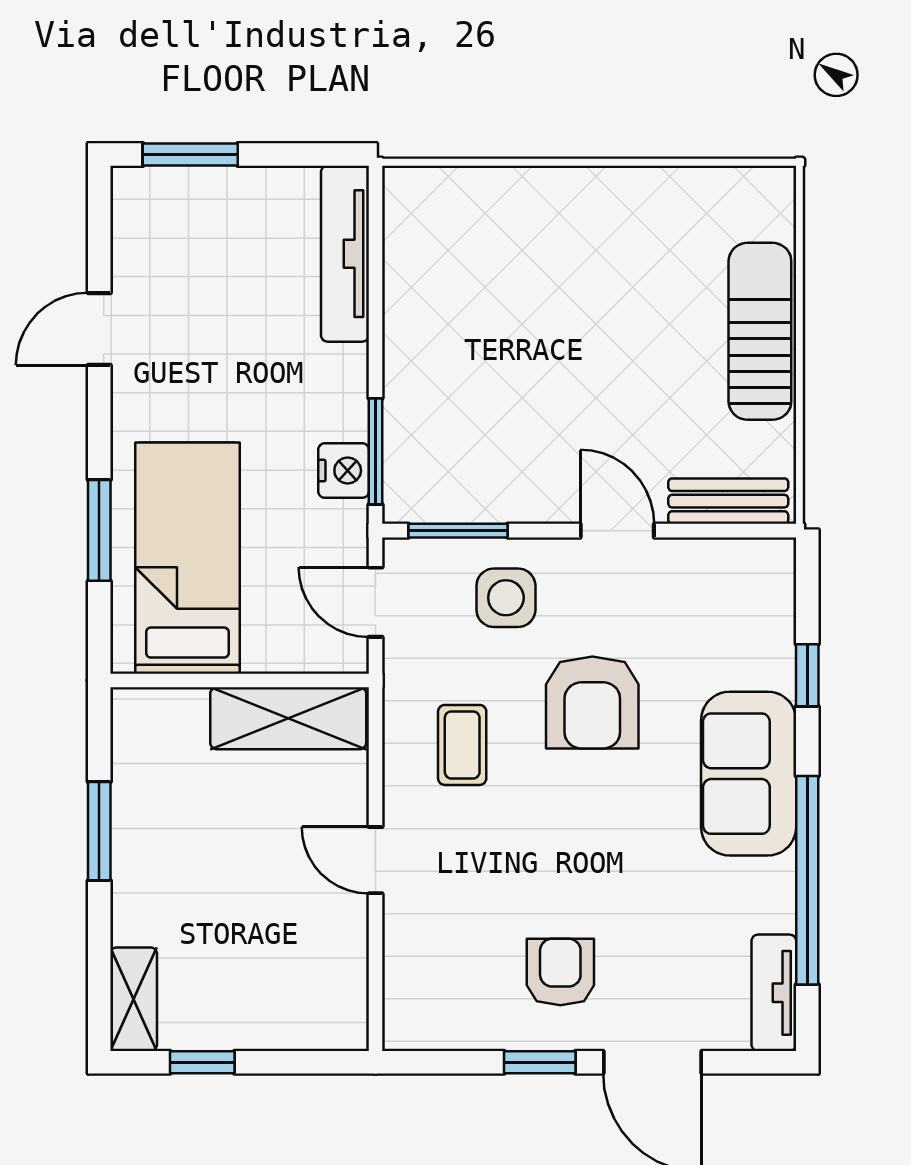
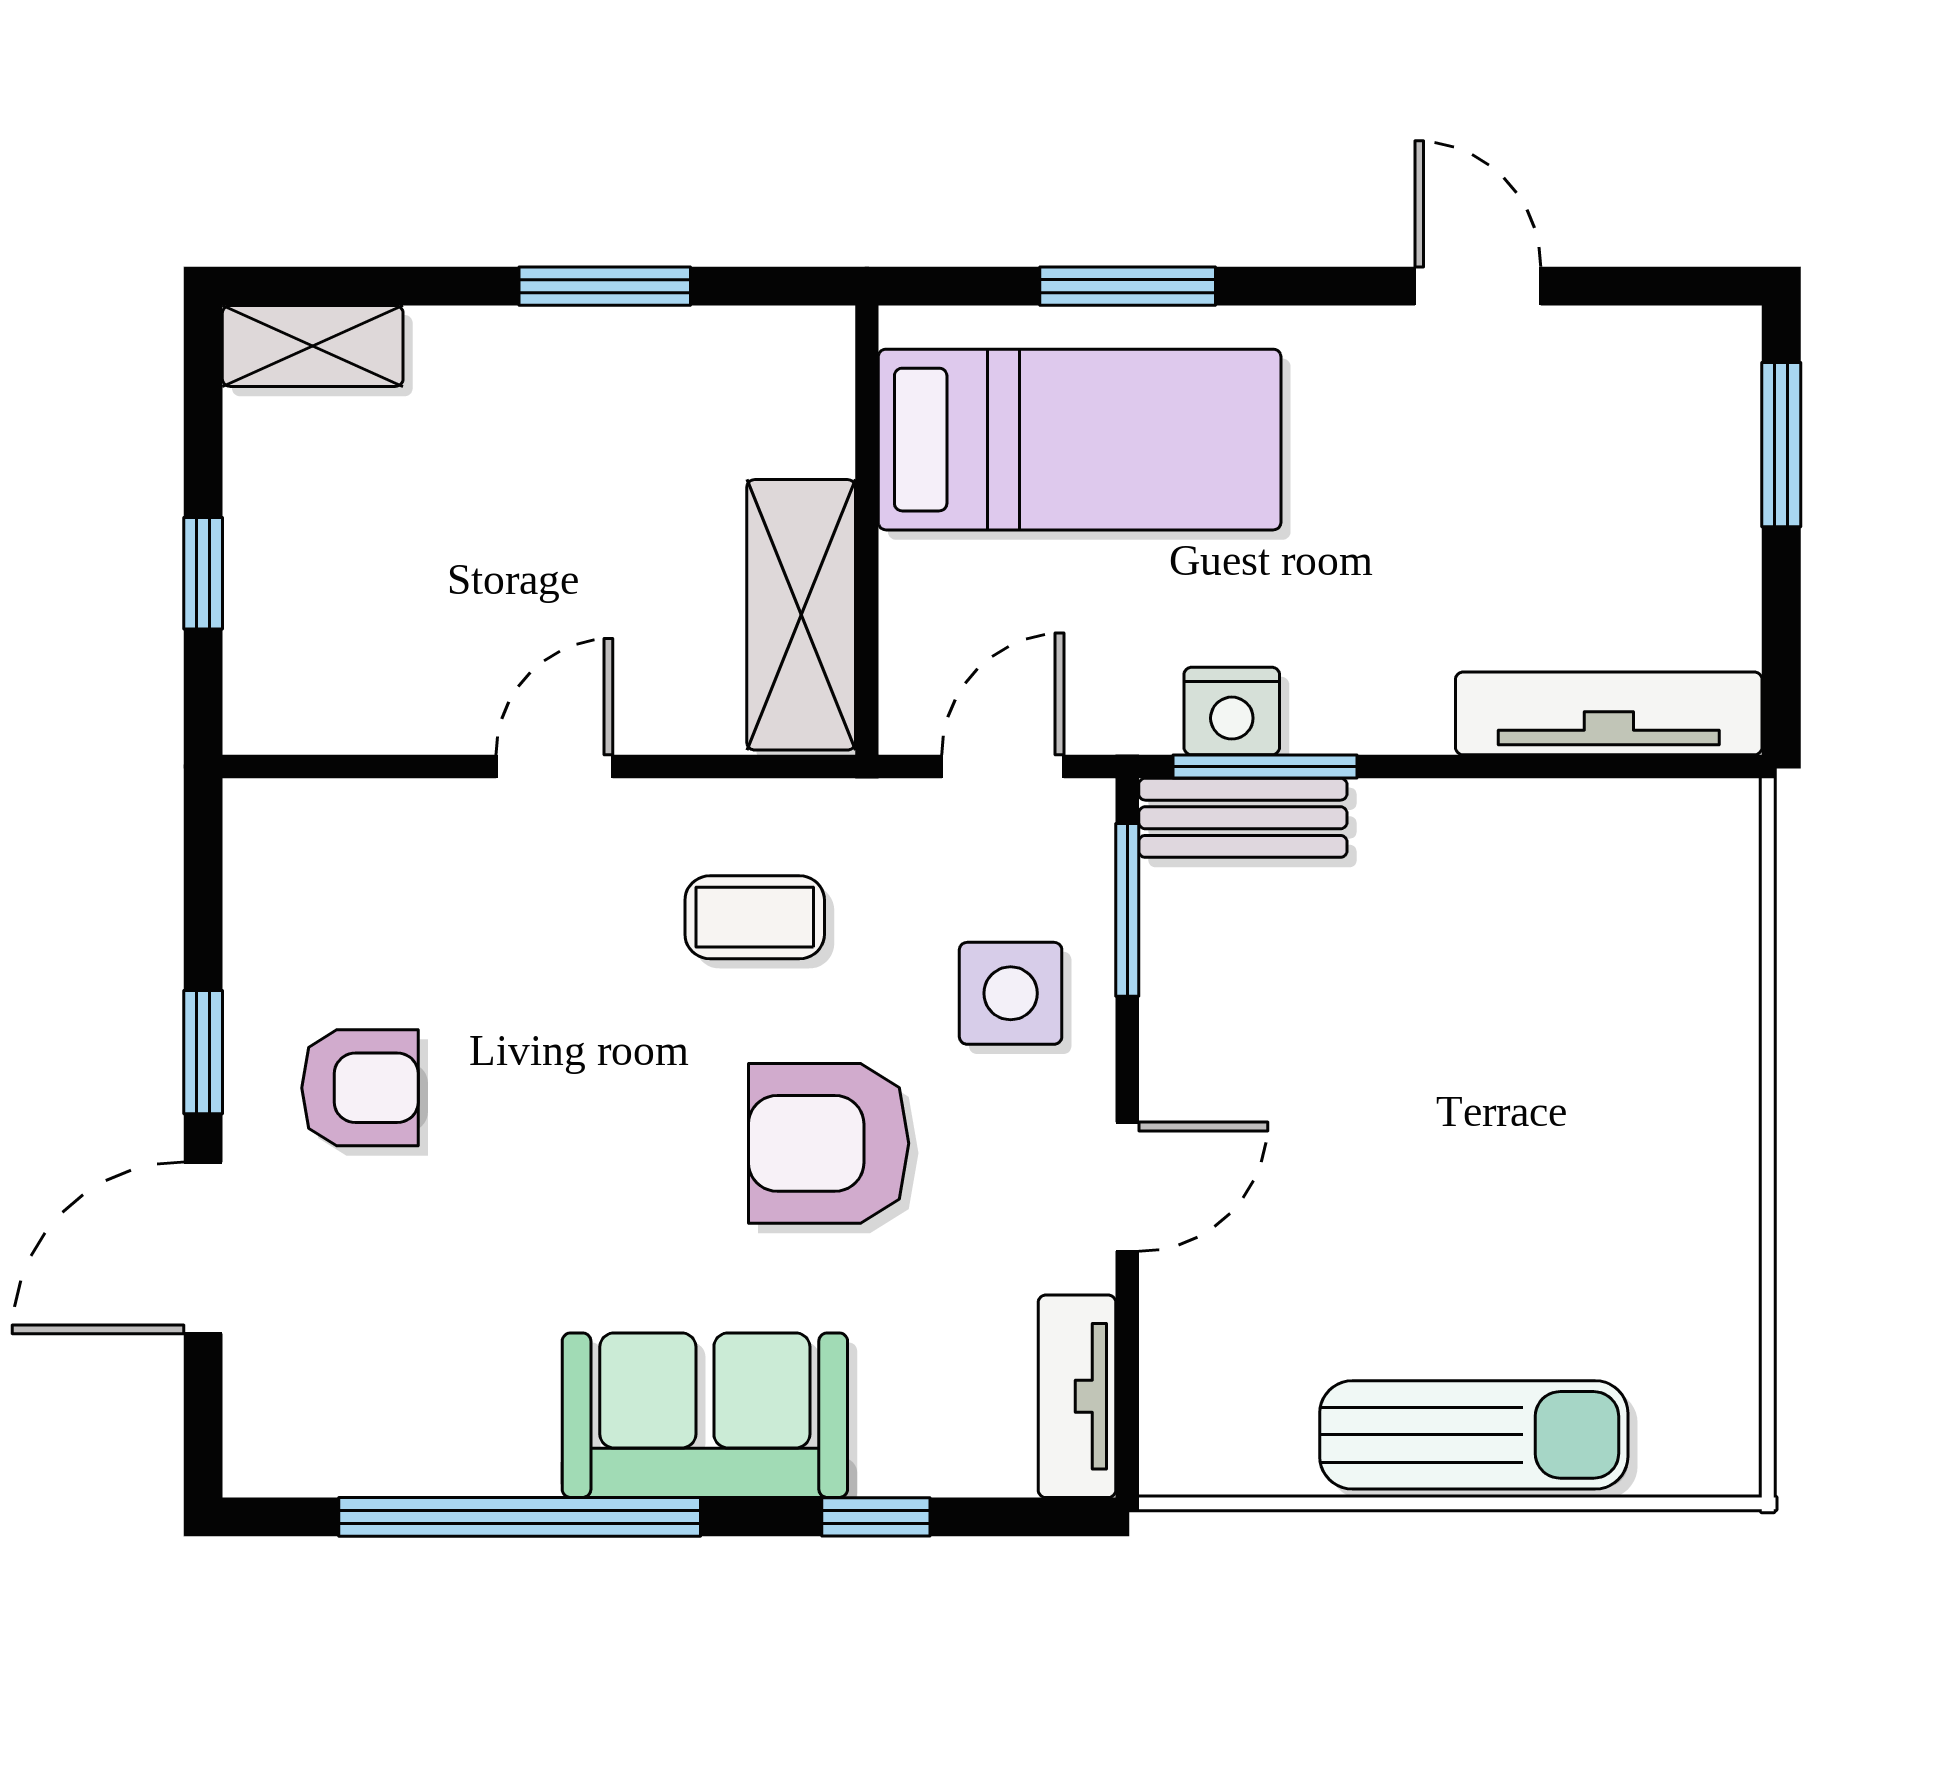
bench: (728, 501) -> (1243, 818), moved, turned 90
tv unit: (774, 993) -> (1077, 1396), moved, turned -90
window: (202, 1062) -> (203, 573), moved

